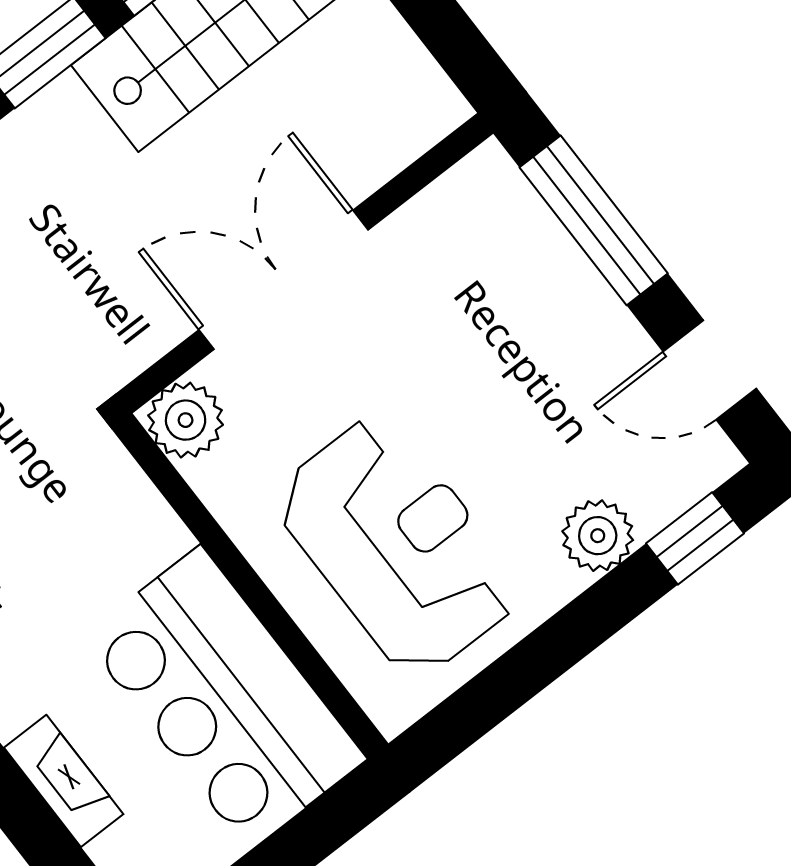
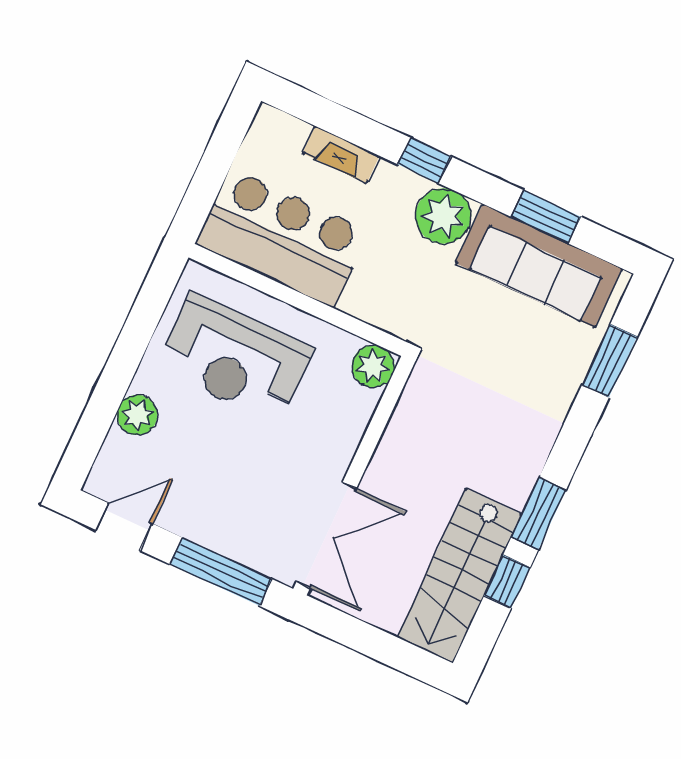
double door: (284, 280) -> (326, 535), moved
window: (695, 538) -> (88, 439), removed

